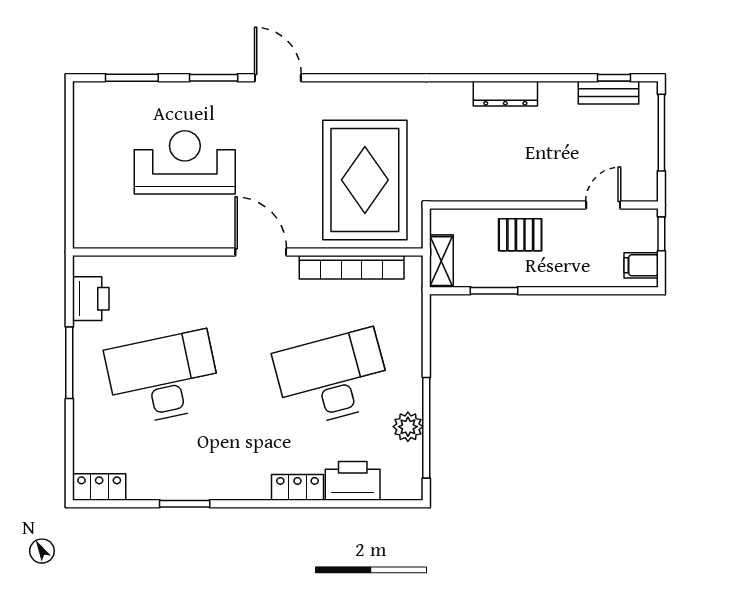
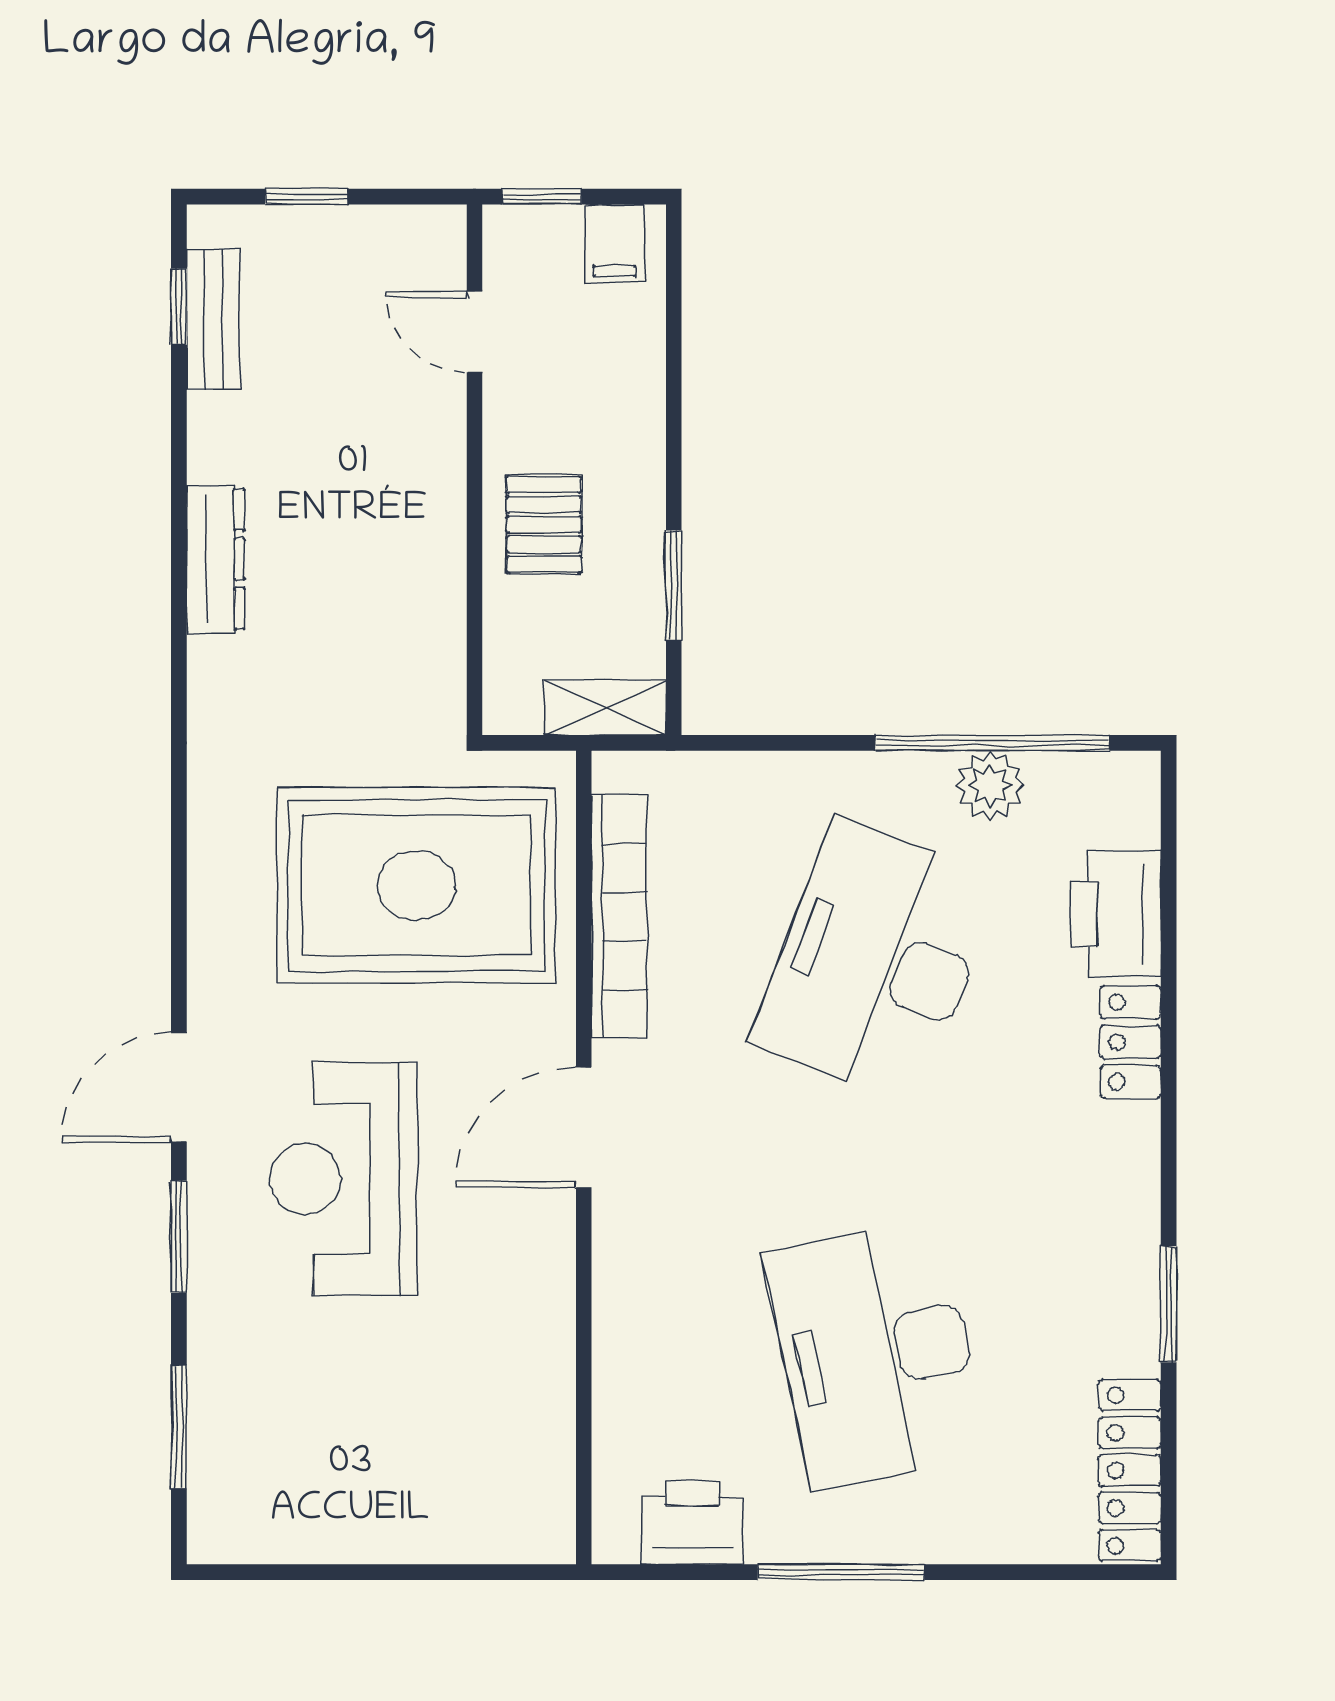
window: (661, 133) -> (306, 197), width x0.46
reception desk: (185, 162) -> (343, 1179), moved
desk: (332, 378) -> (876, 961), turned 36
locker: (99, 487) -> (1130, 1470), width x1.53

